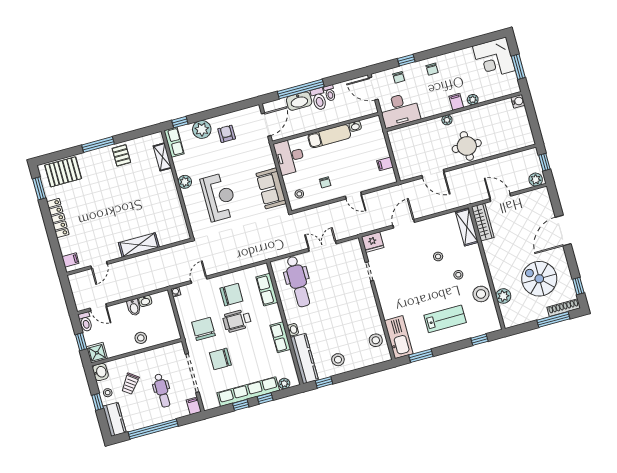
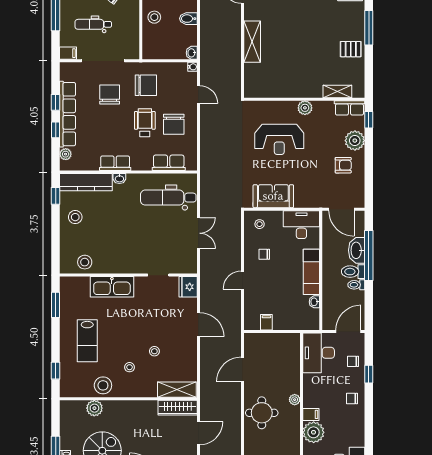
plant: (473, 100) -> (314, 432), width x1.88, depth x1.88
washbasin: (145, 301) -> (192, 53), moved
kitchen sink: (399, 337) -> (112, 287), moved

